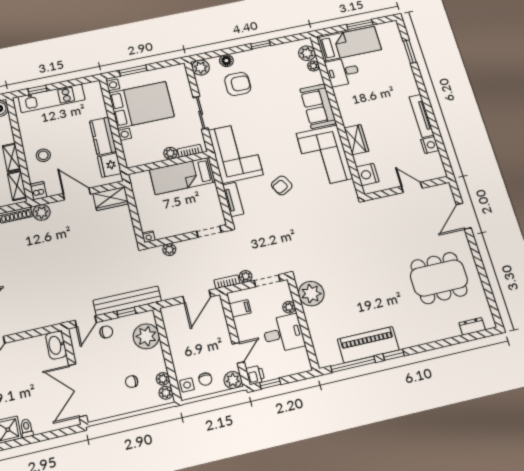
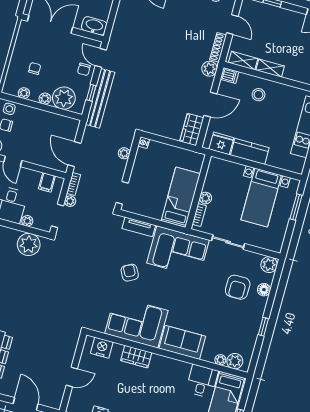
bed with nightstands: (142, 105) -> (261, 198), width x0.73
plant: (166, 393) -> (45, 99), moved

